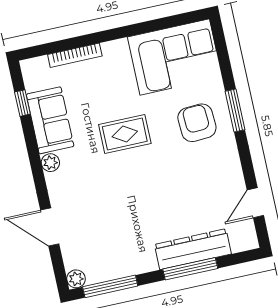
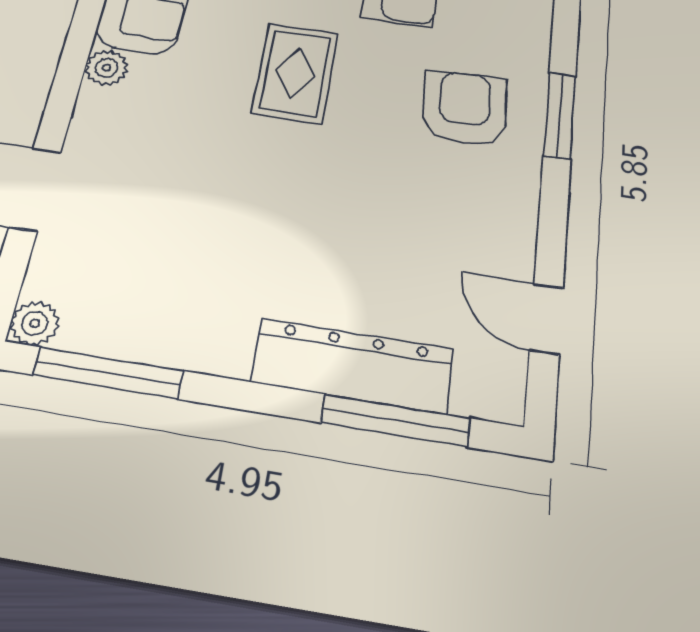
rug: (125, 134) -> (295, 73), turned 90
door: (255, 203) -> (546, 319), hinge flipped
window: (190, 269) -> (395, 420), moved

